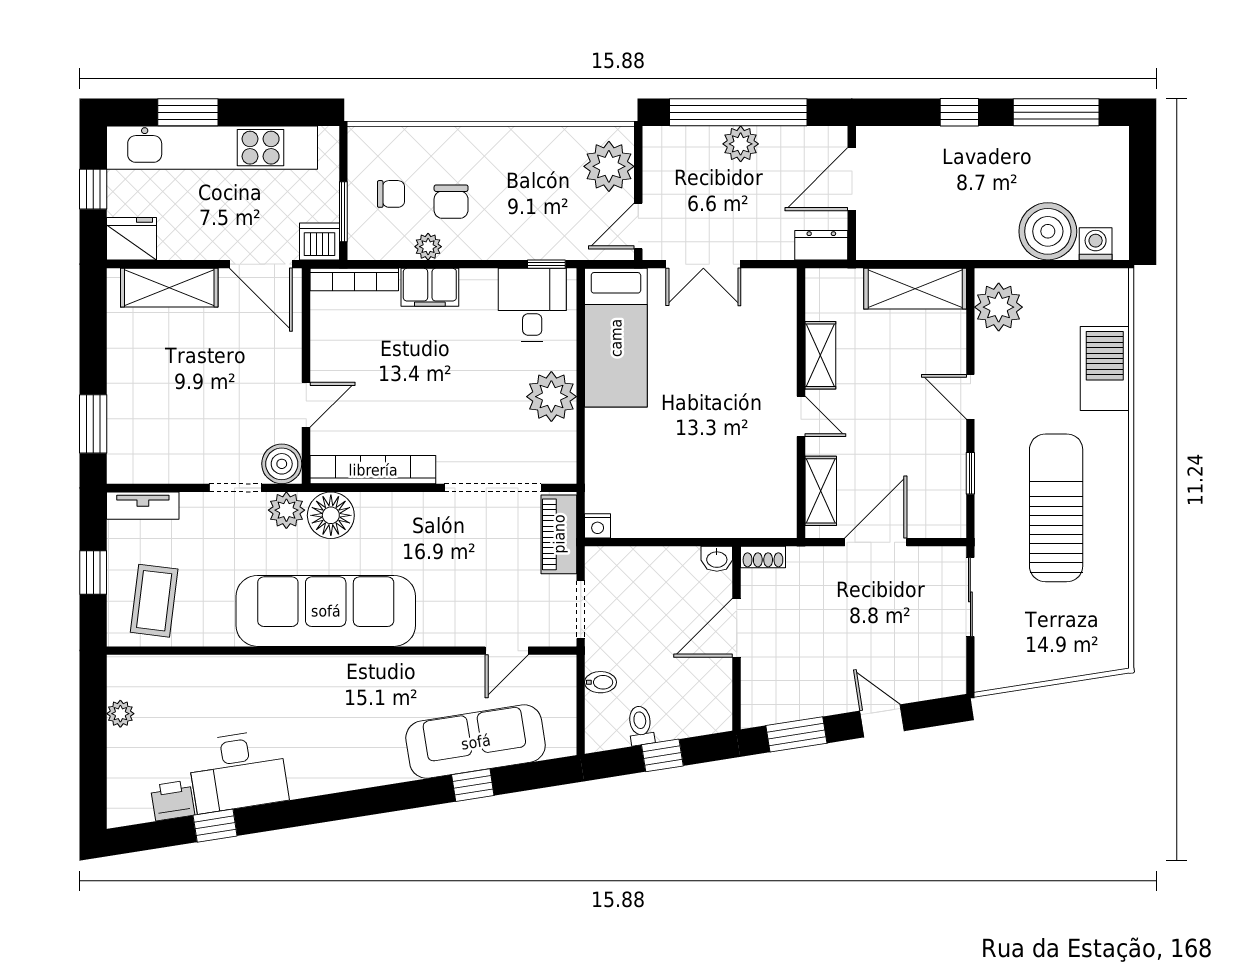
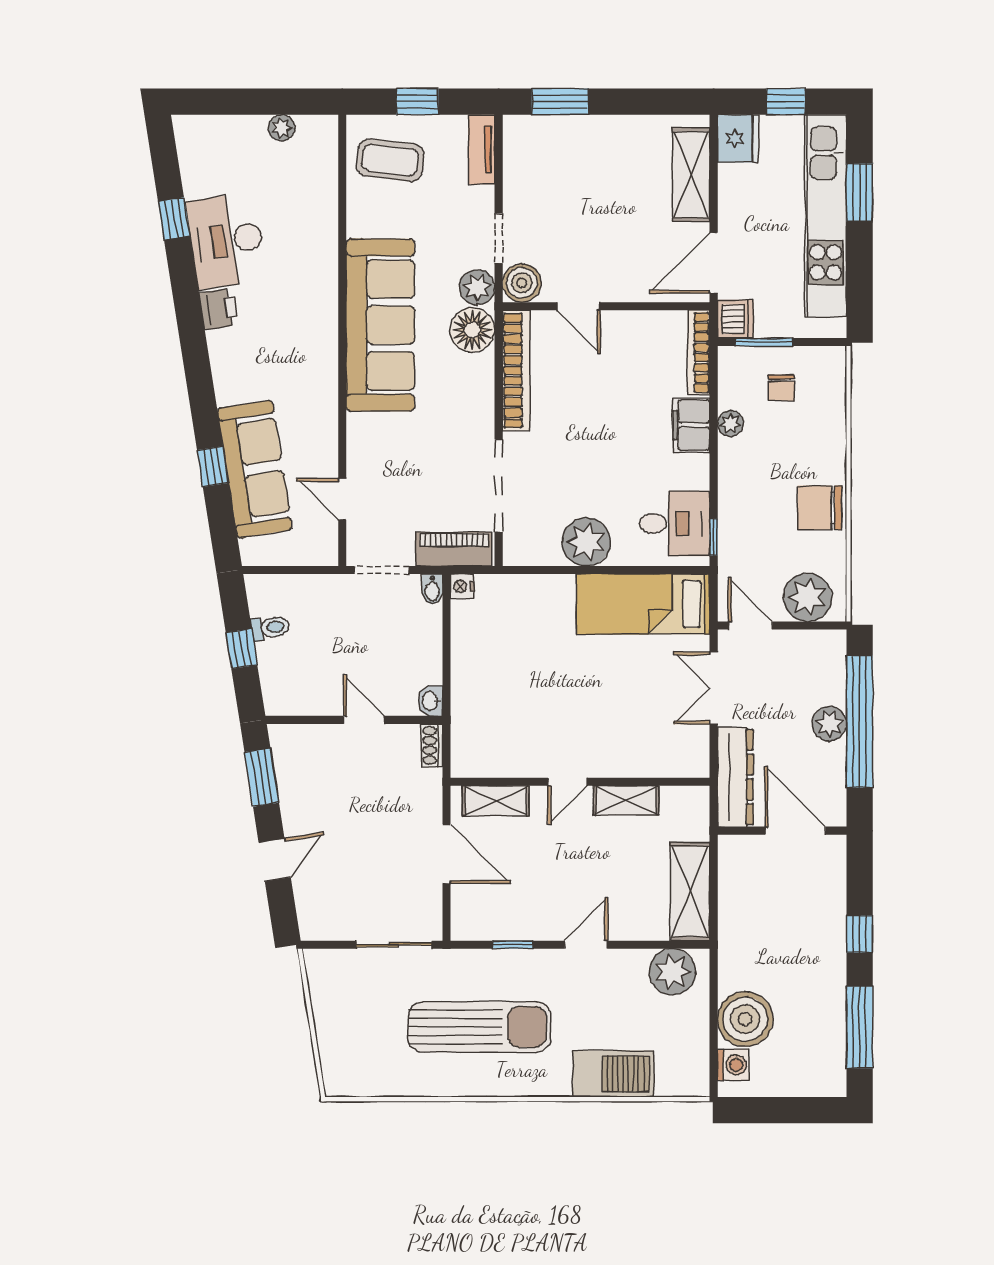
chair: (451, 202) -> (820, 508), moved, width x1.37, depth x1.37
dresser: (821, 245) -> (735, 777), width x1.96, depth x1.24
door: (737, 628) -> (364, 720), width x0.73
bidet: (601, 682) -> (432, 589), moved
printer: (173, 800) -> (219, 309), moved

